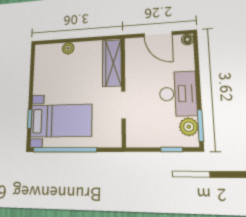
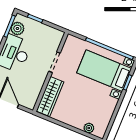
plant: (68, 48) -> (89, 128), moved

